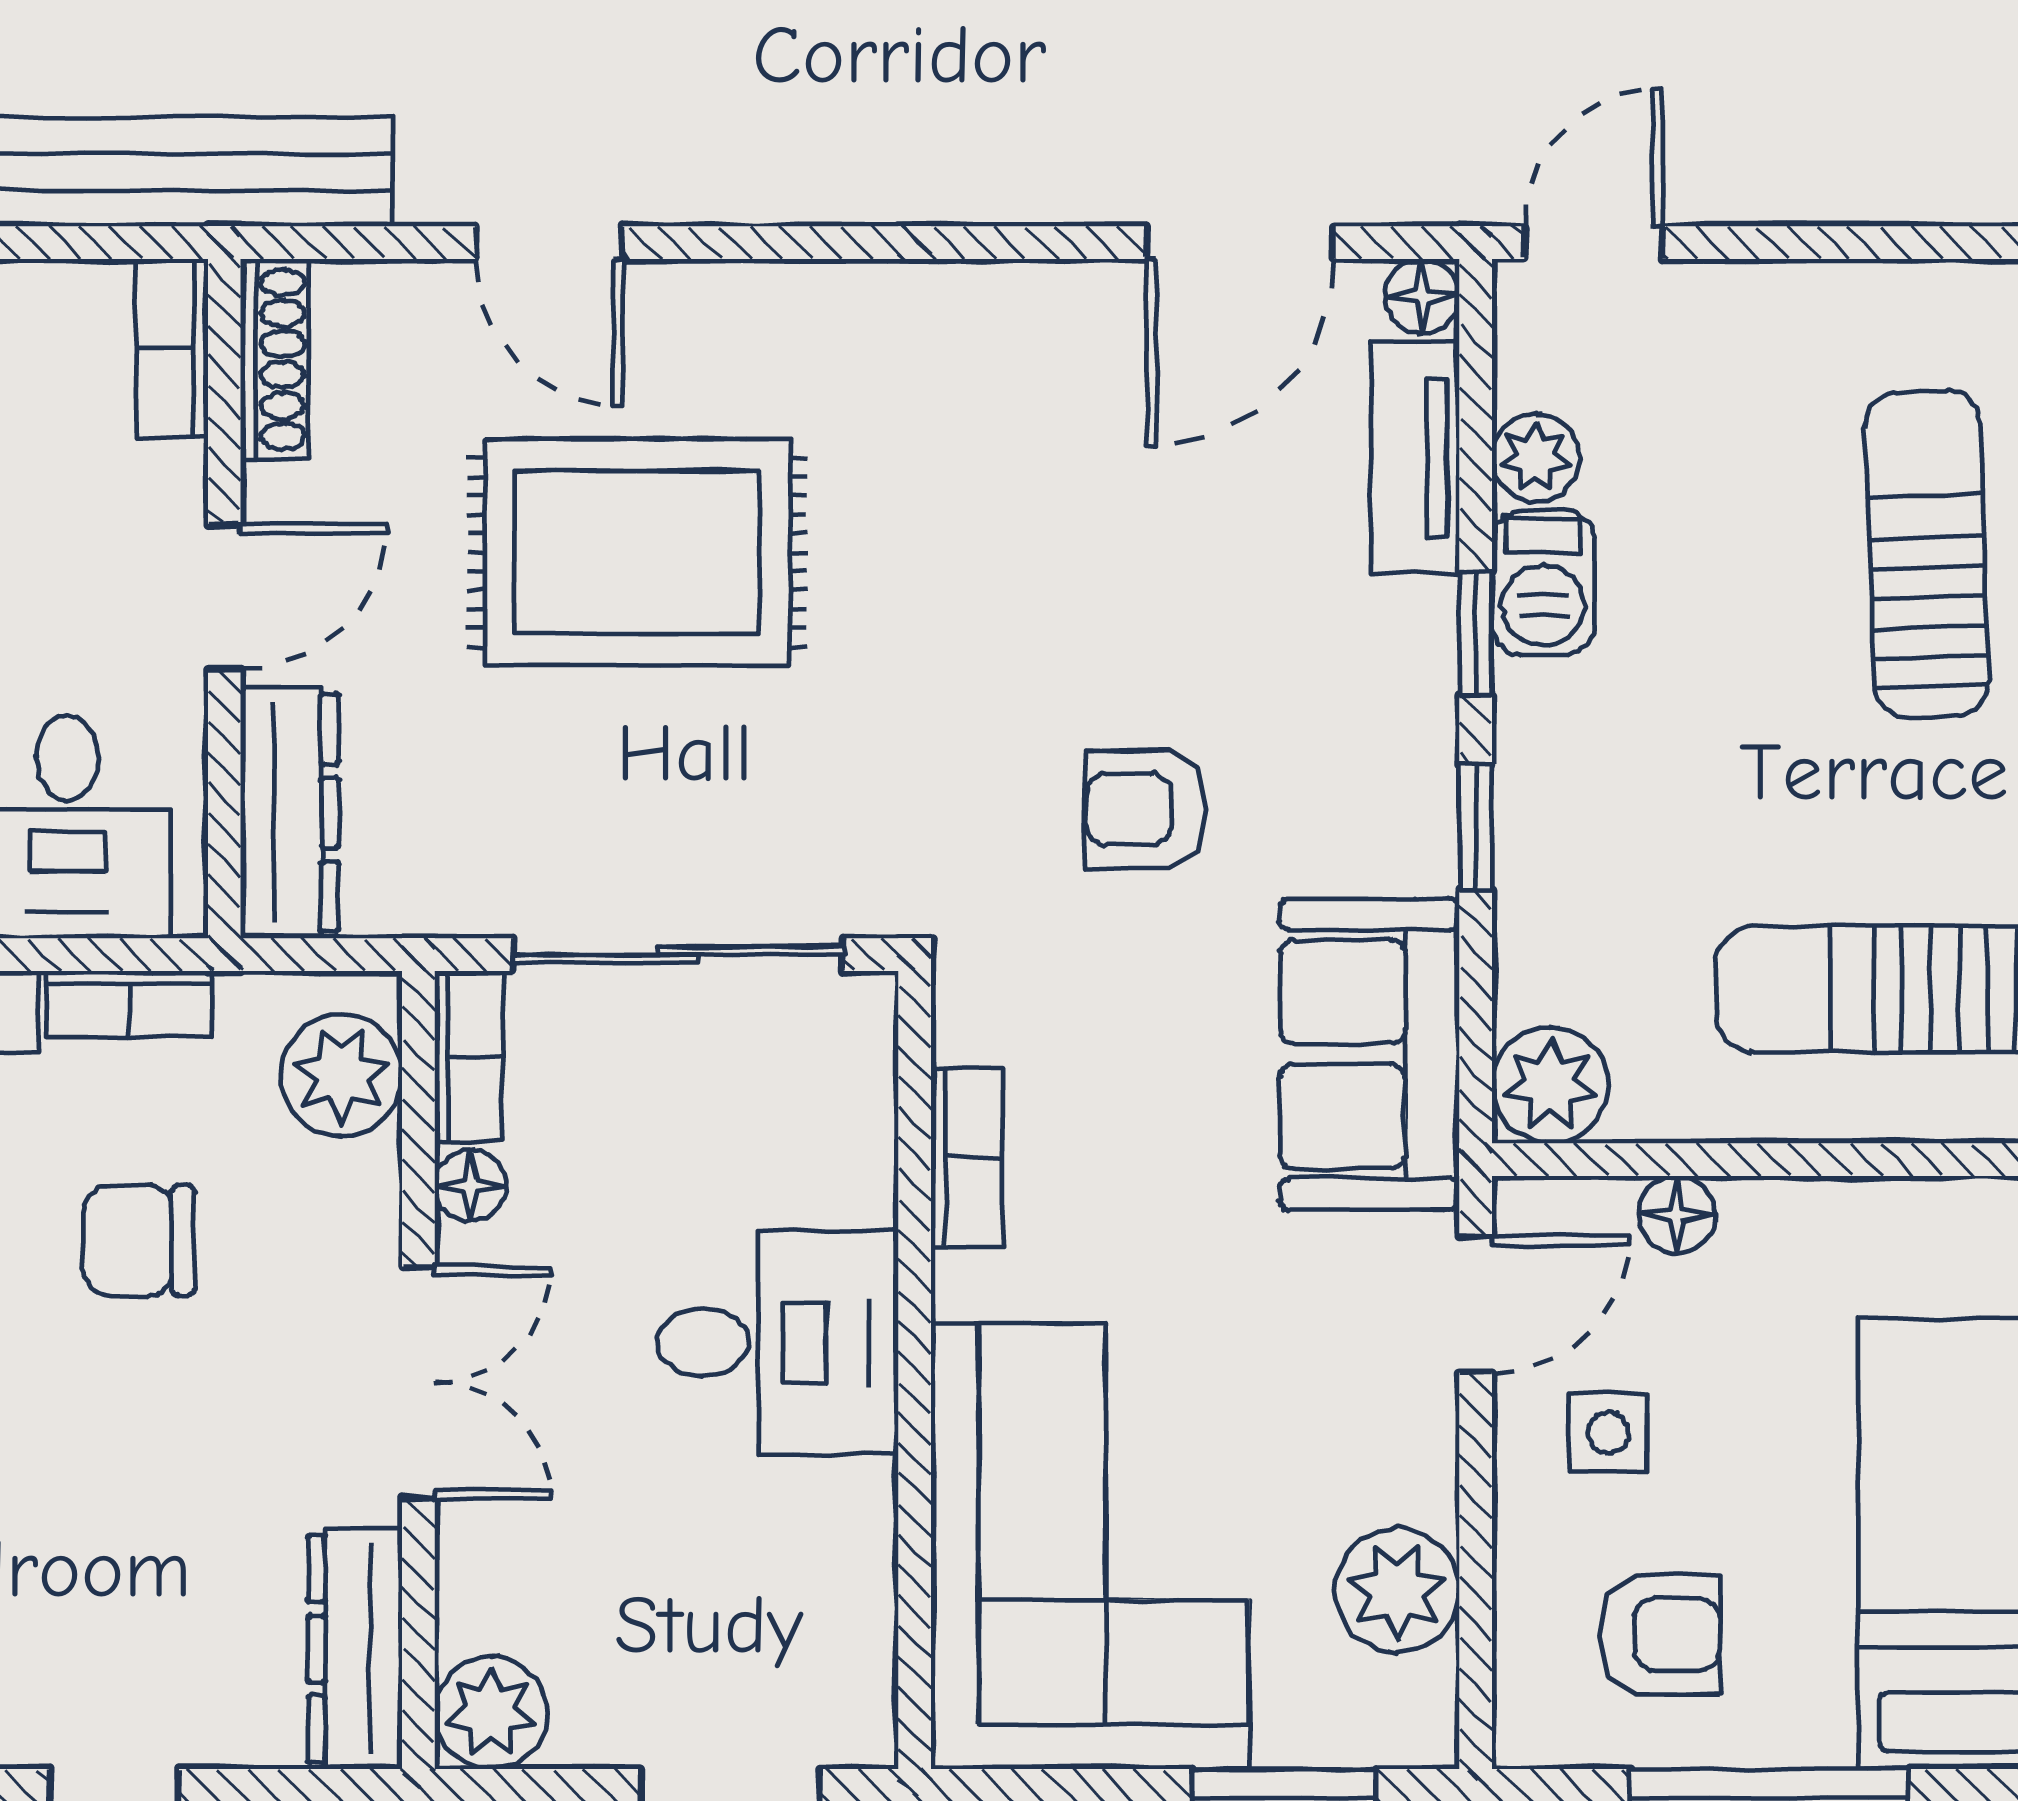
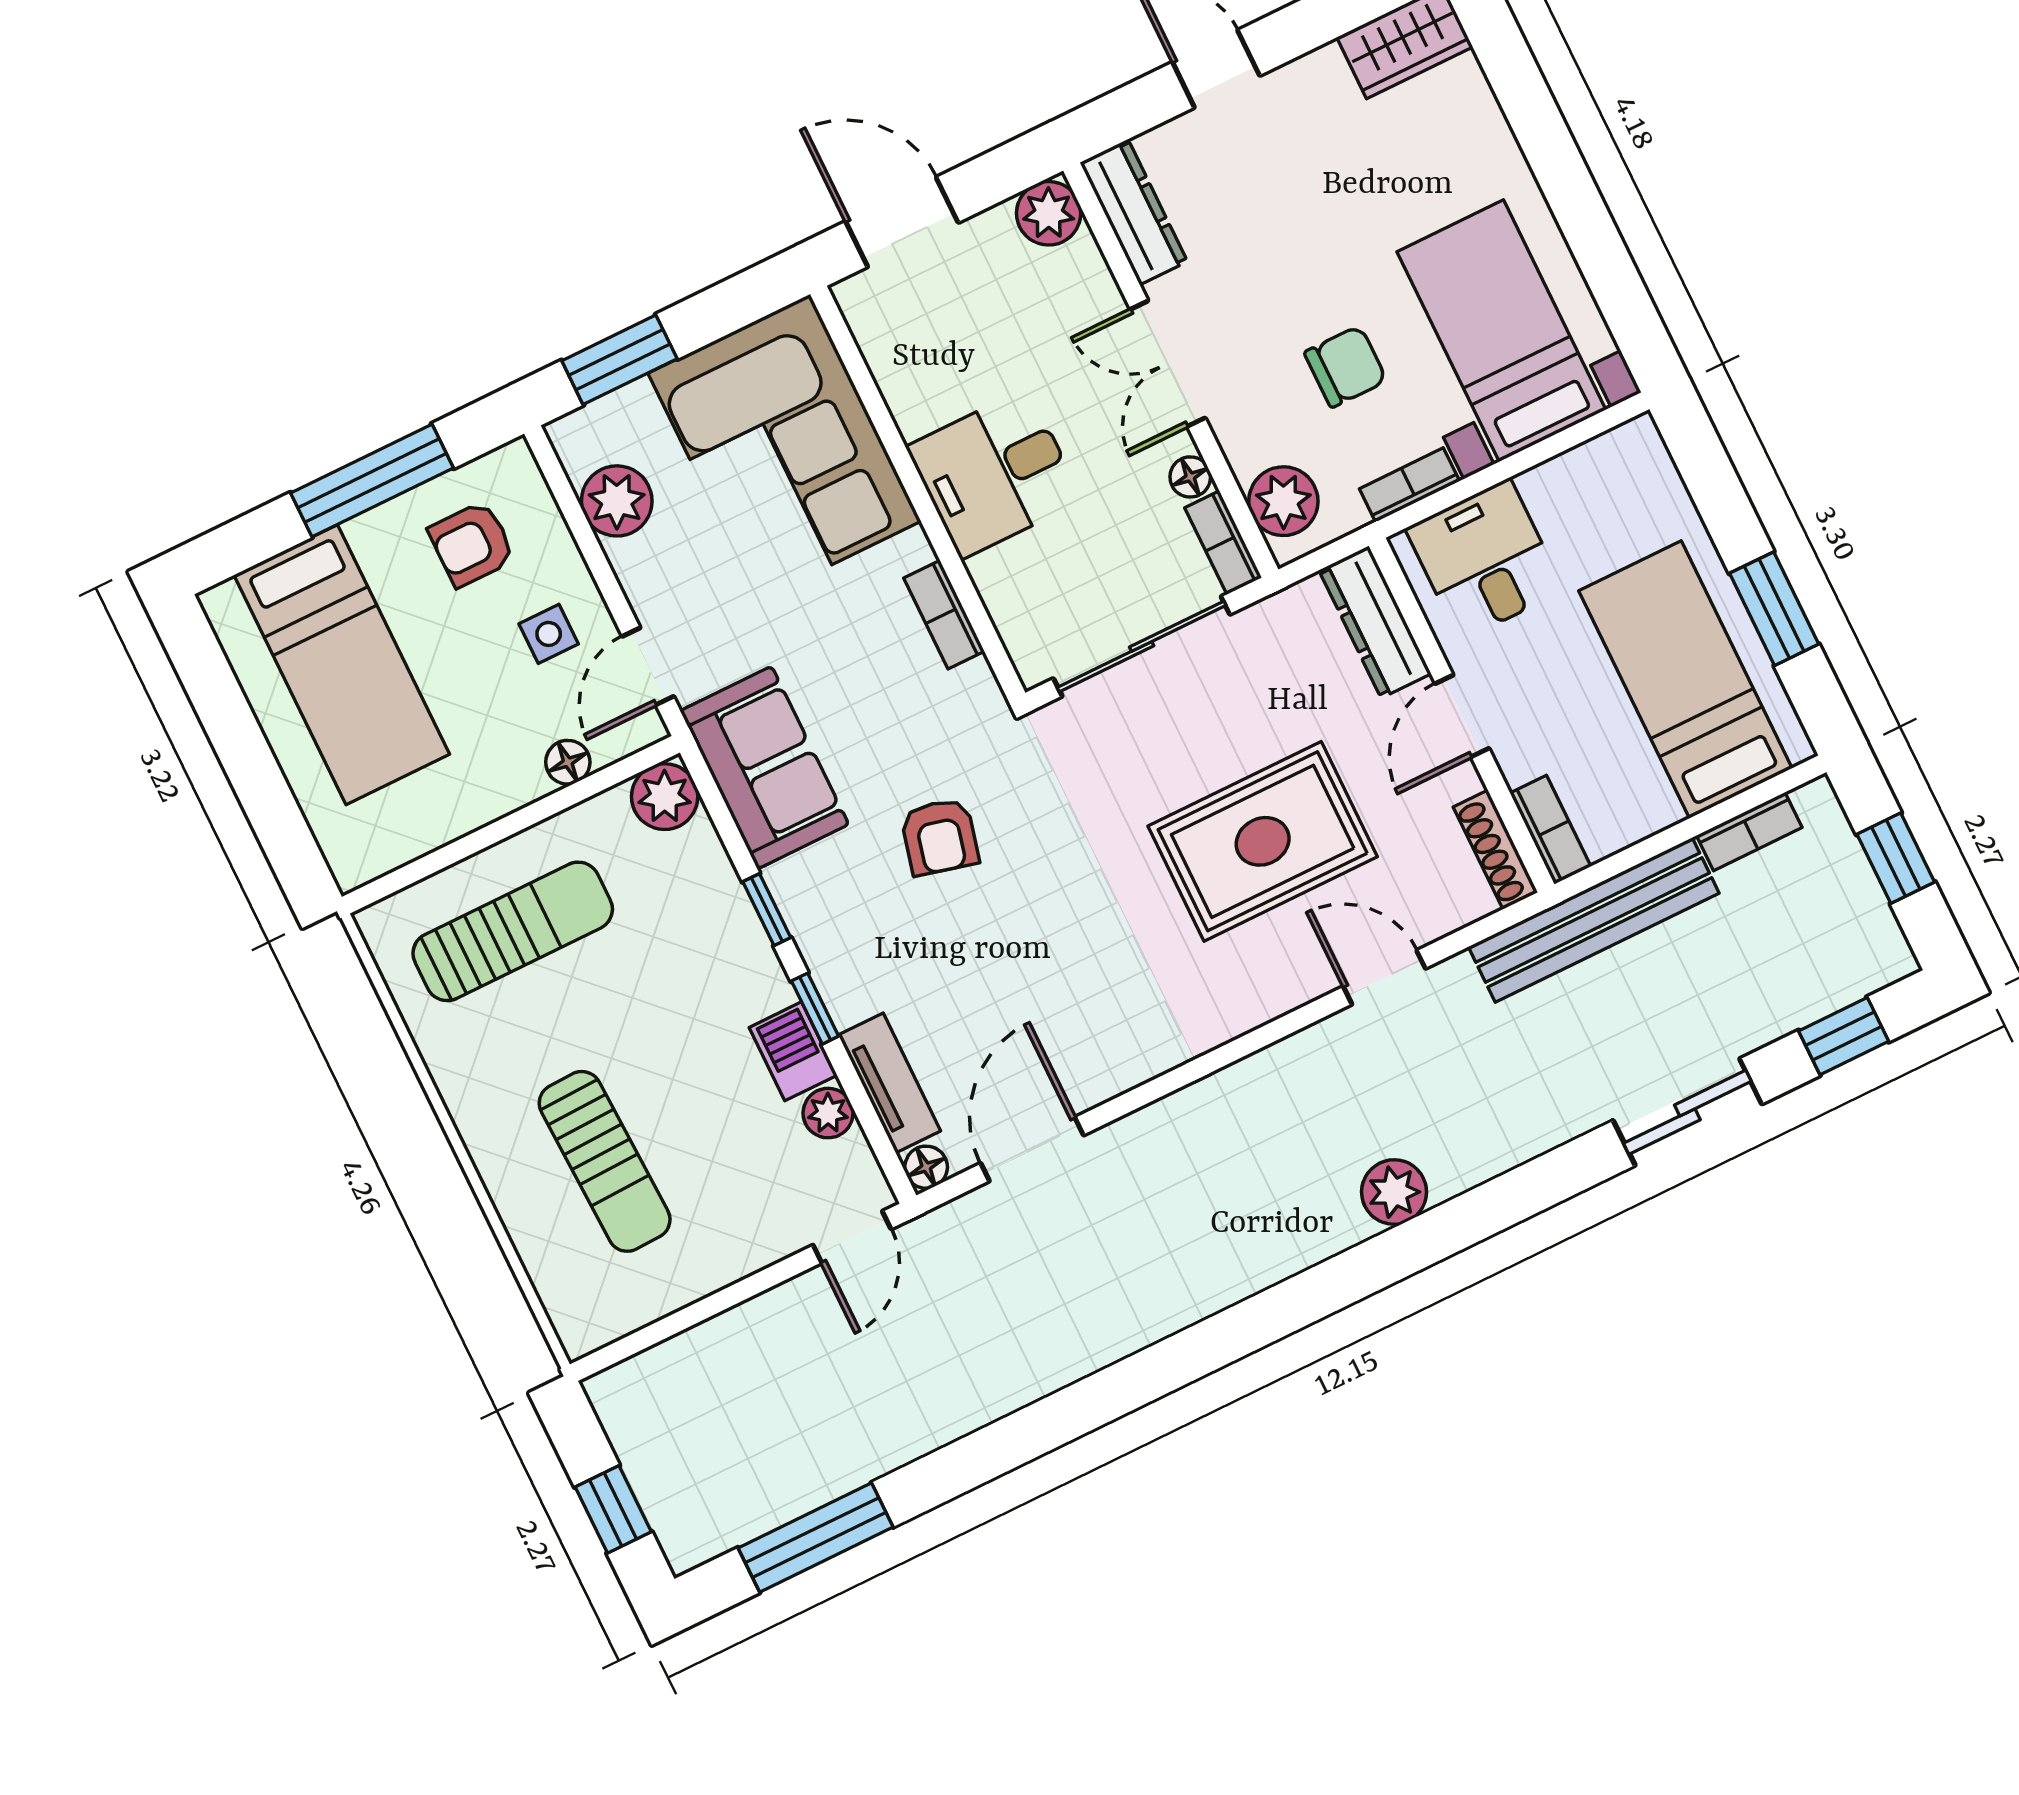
armchair: (1145, 809) -> (940, 837), turned 104

